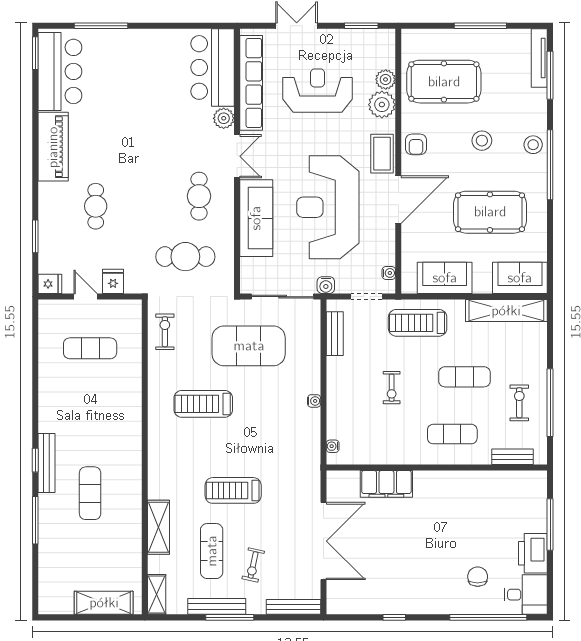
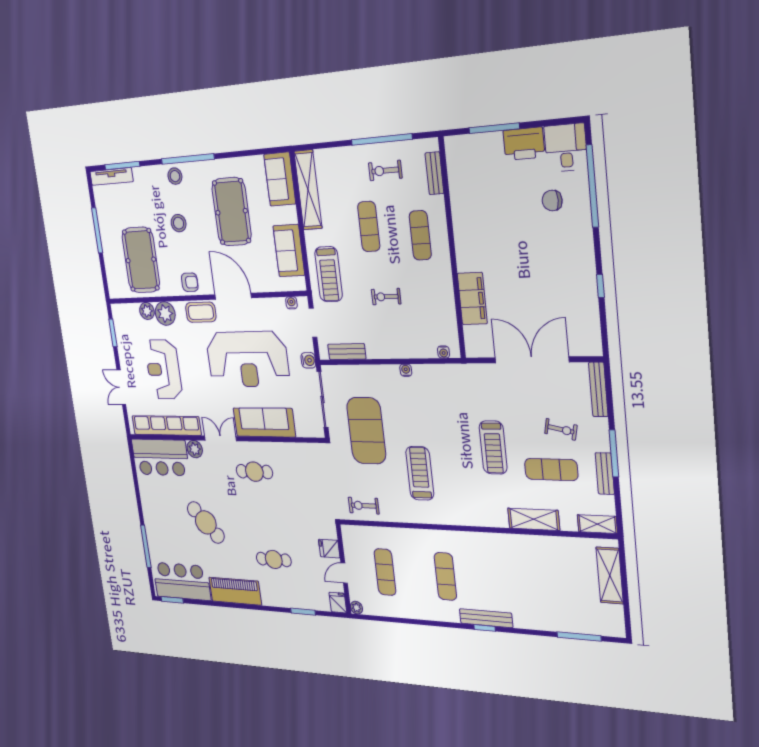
cafe table: (185, 257) -> (206, 522), moved, turned -42
plant: (46, 307) -> (356, 608), added
exercise bike: (392, 388) -> (386, 297), turned 180
treadmill: (203, 404) -> (420, 473), turned 180
exercise mat: (90, 493) -> (445, 576), moved, turned 90
window: (35, 520) -> (579, 637), moved
bench: (217, 606) -> (605, 474), width x0.73

